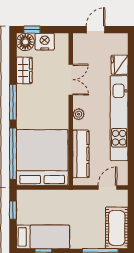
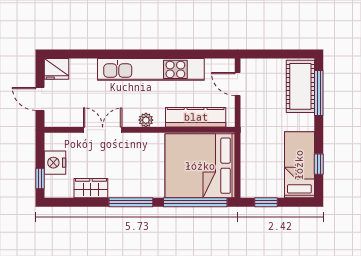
floor lamp: (25, 42) -> (55, 187), removed
fridge: (120, 65) -> (57, 69), moved
cot: (117, 228) -> (300, 86), moved, turned 90

